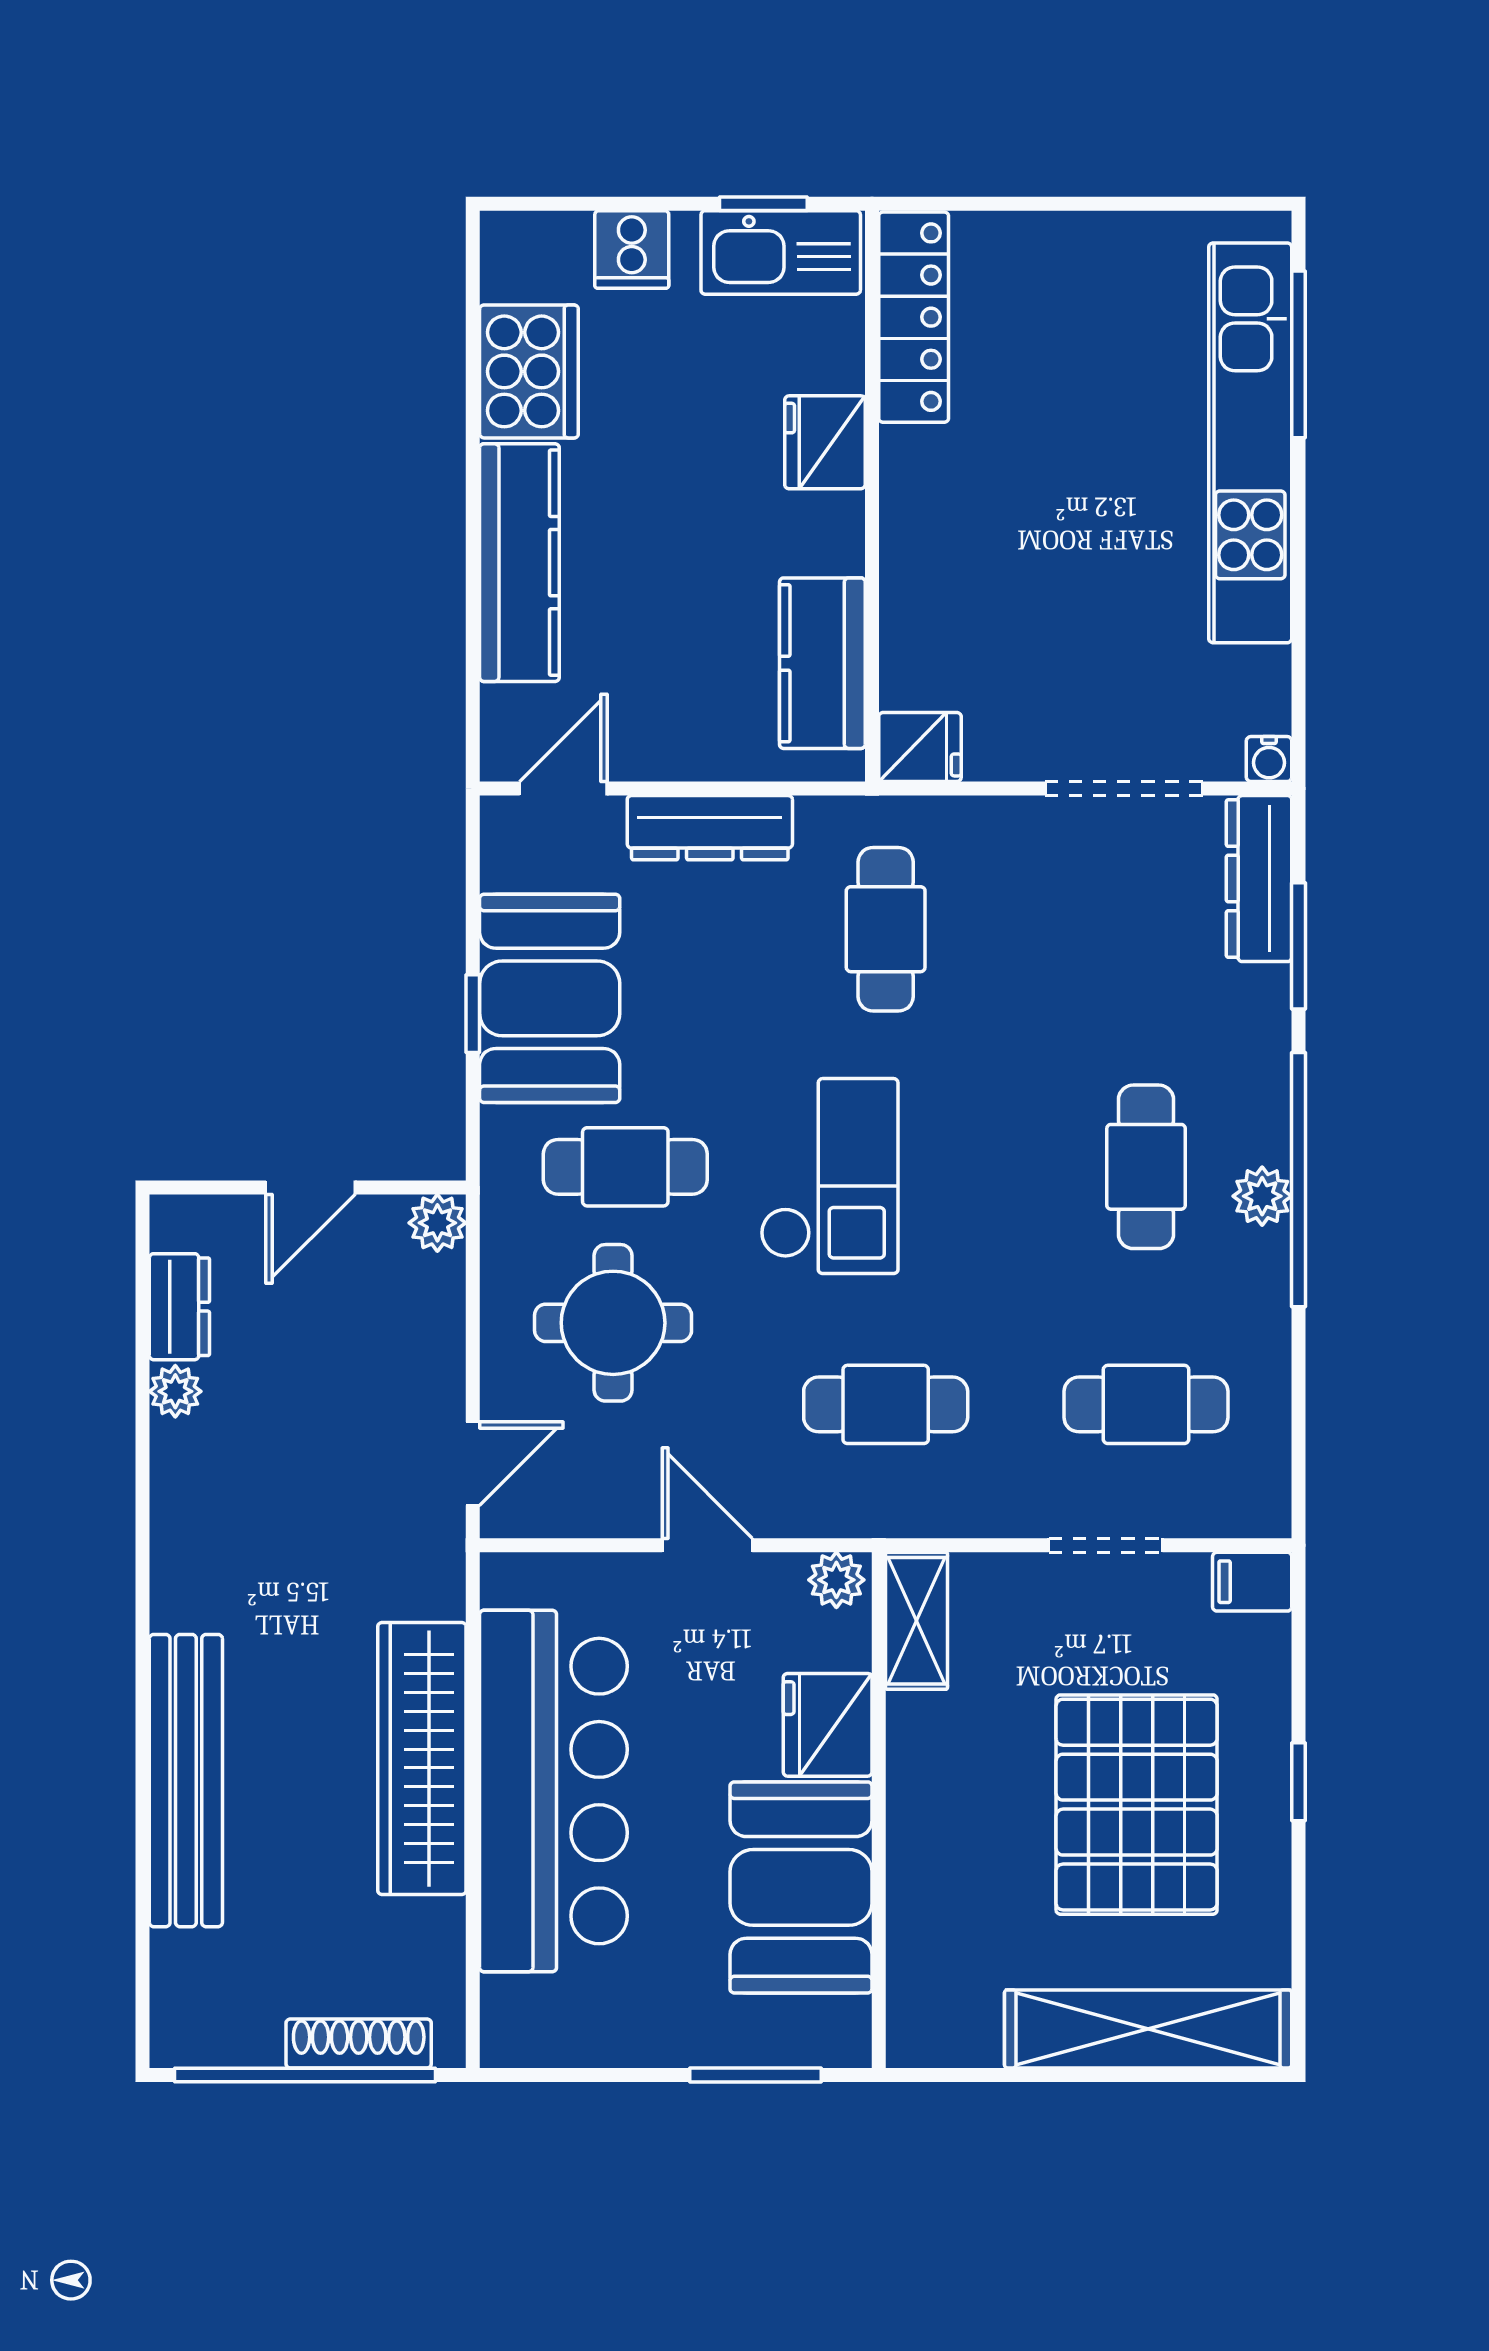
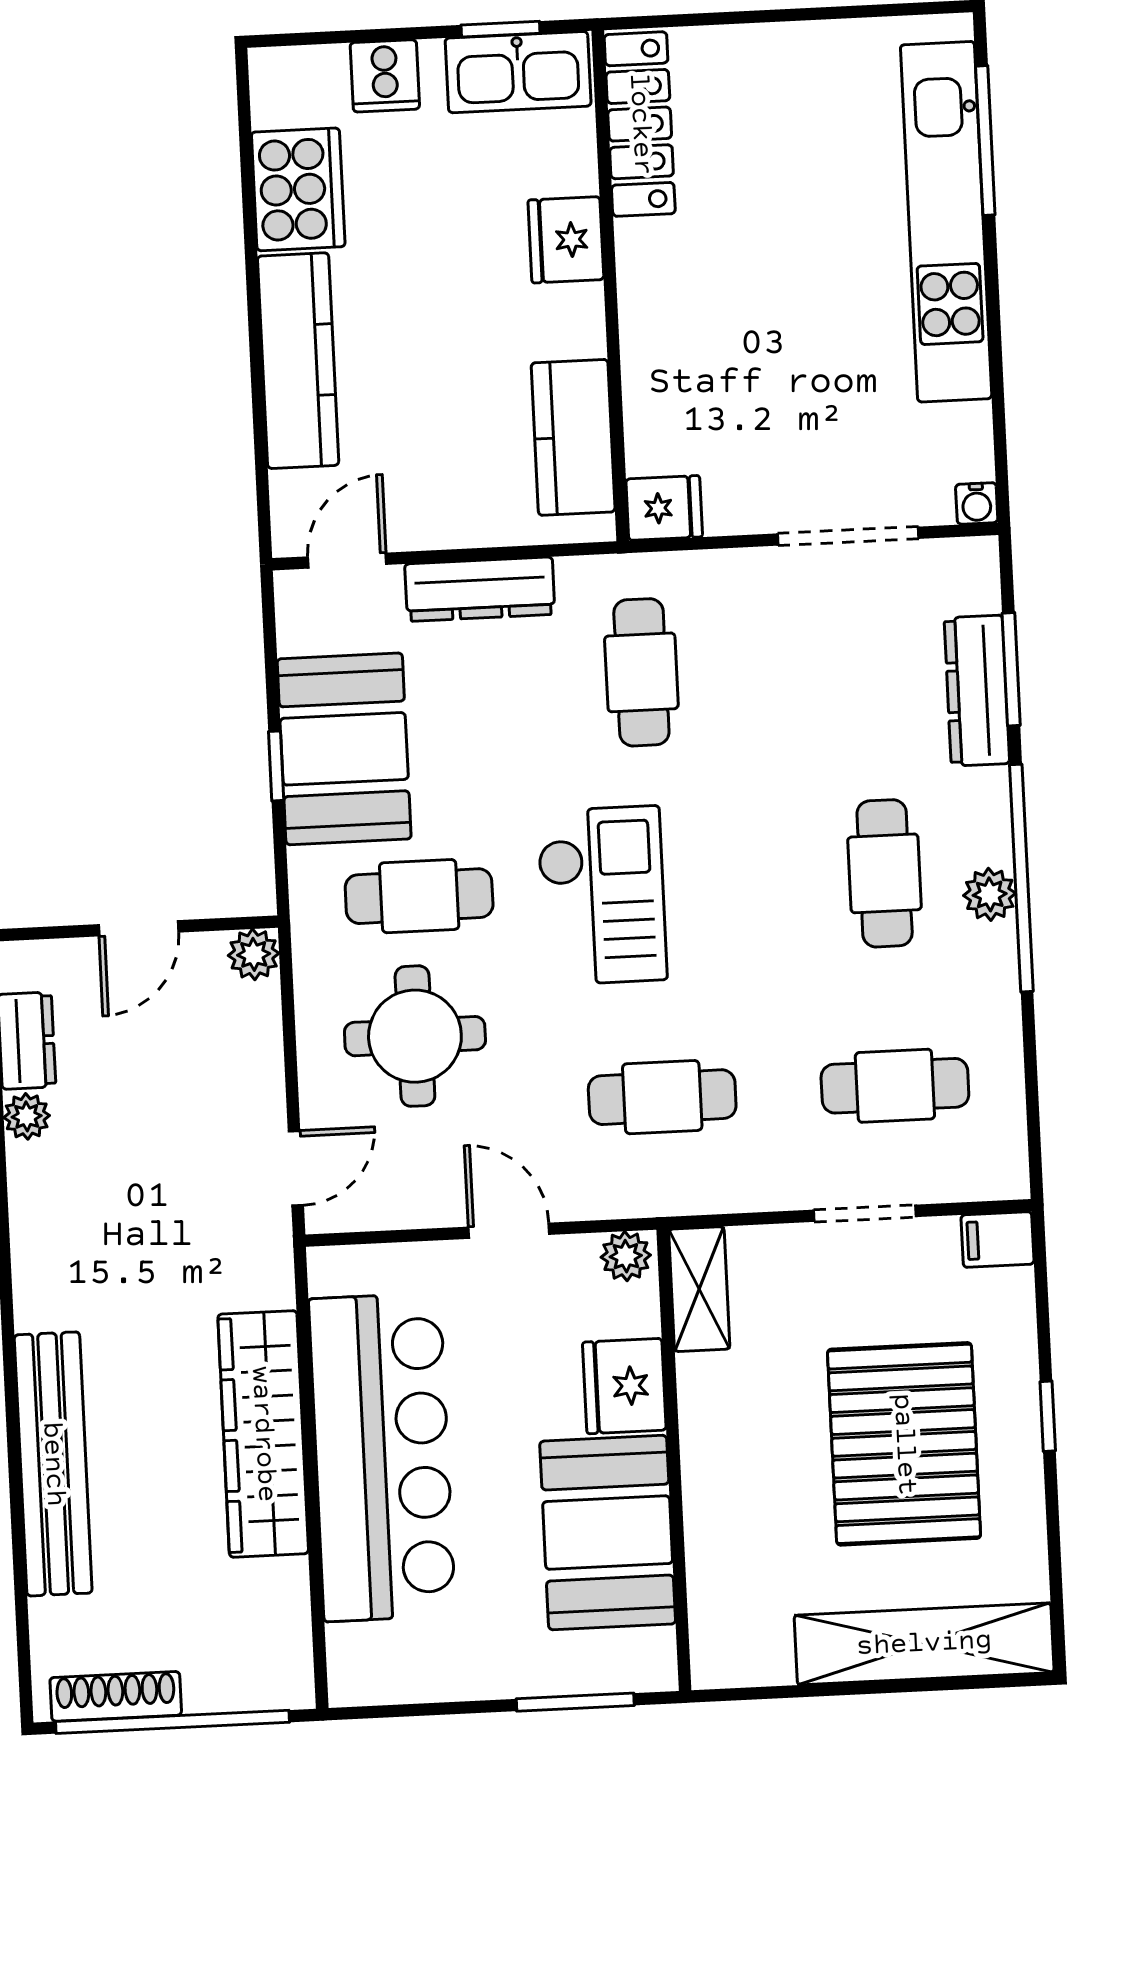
dresser: (1259, 879) -> (977, 691), moved
shoe rack: (359, 2043) -> (116, 1696), moved

